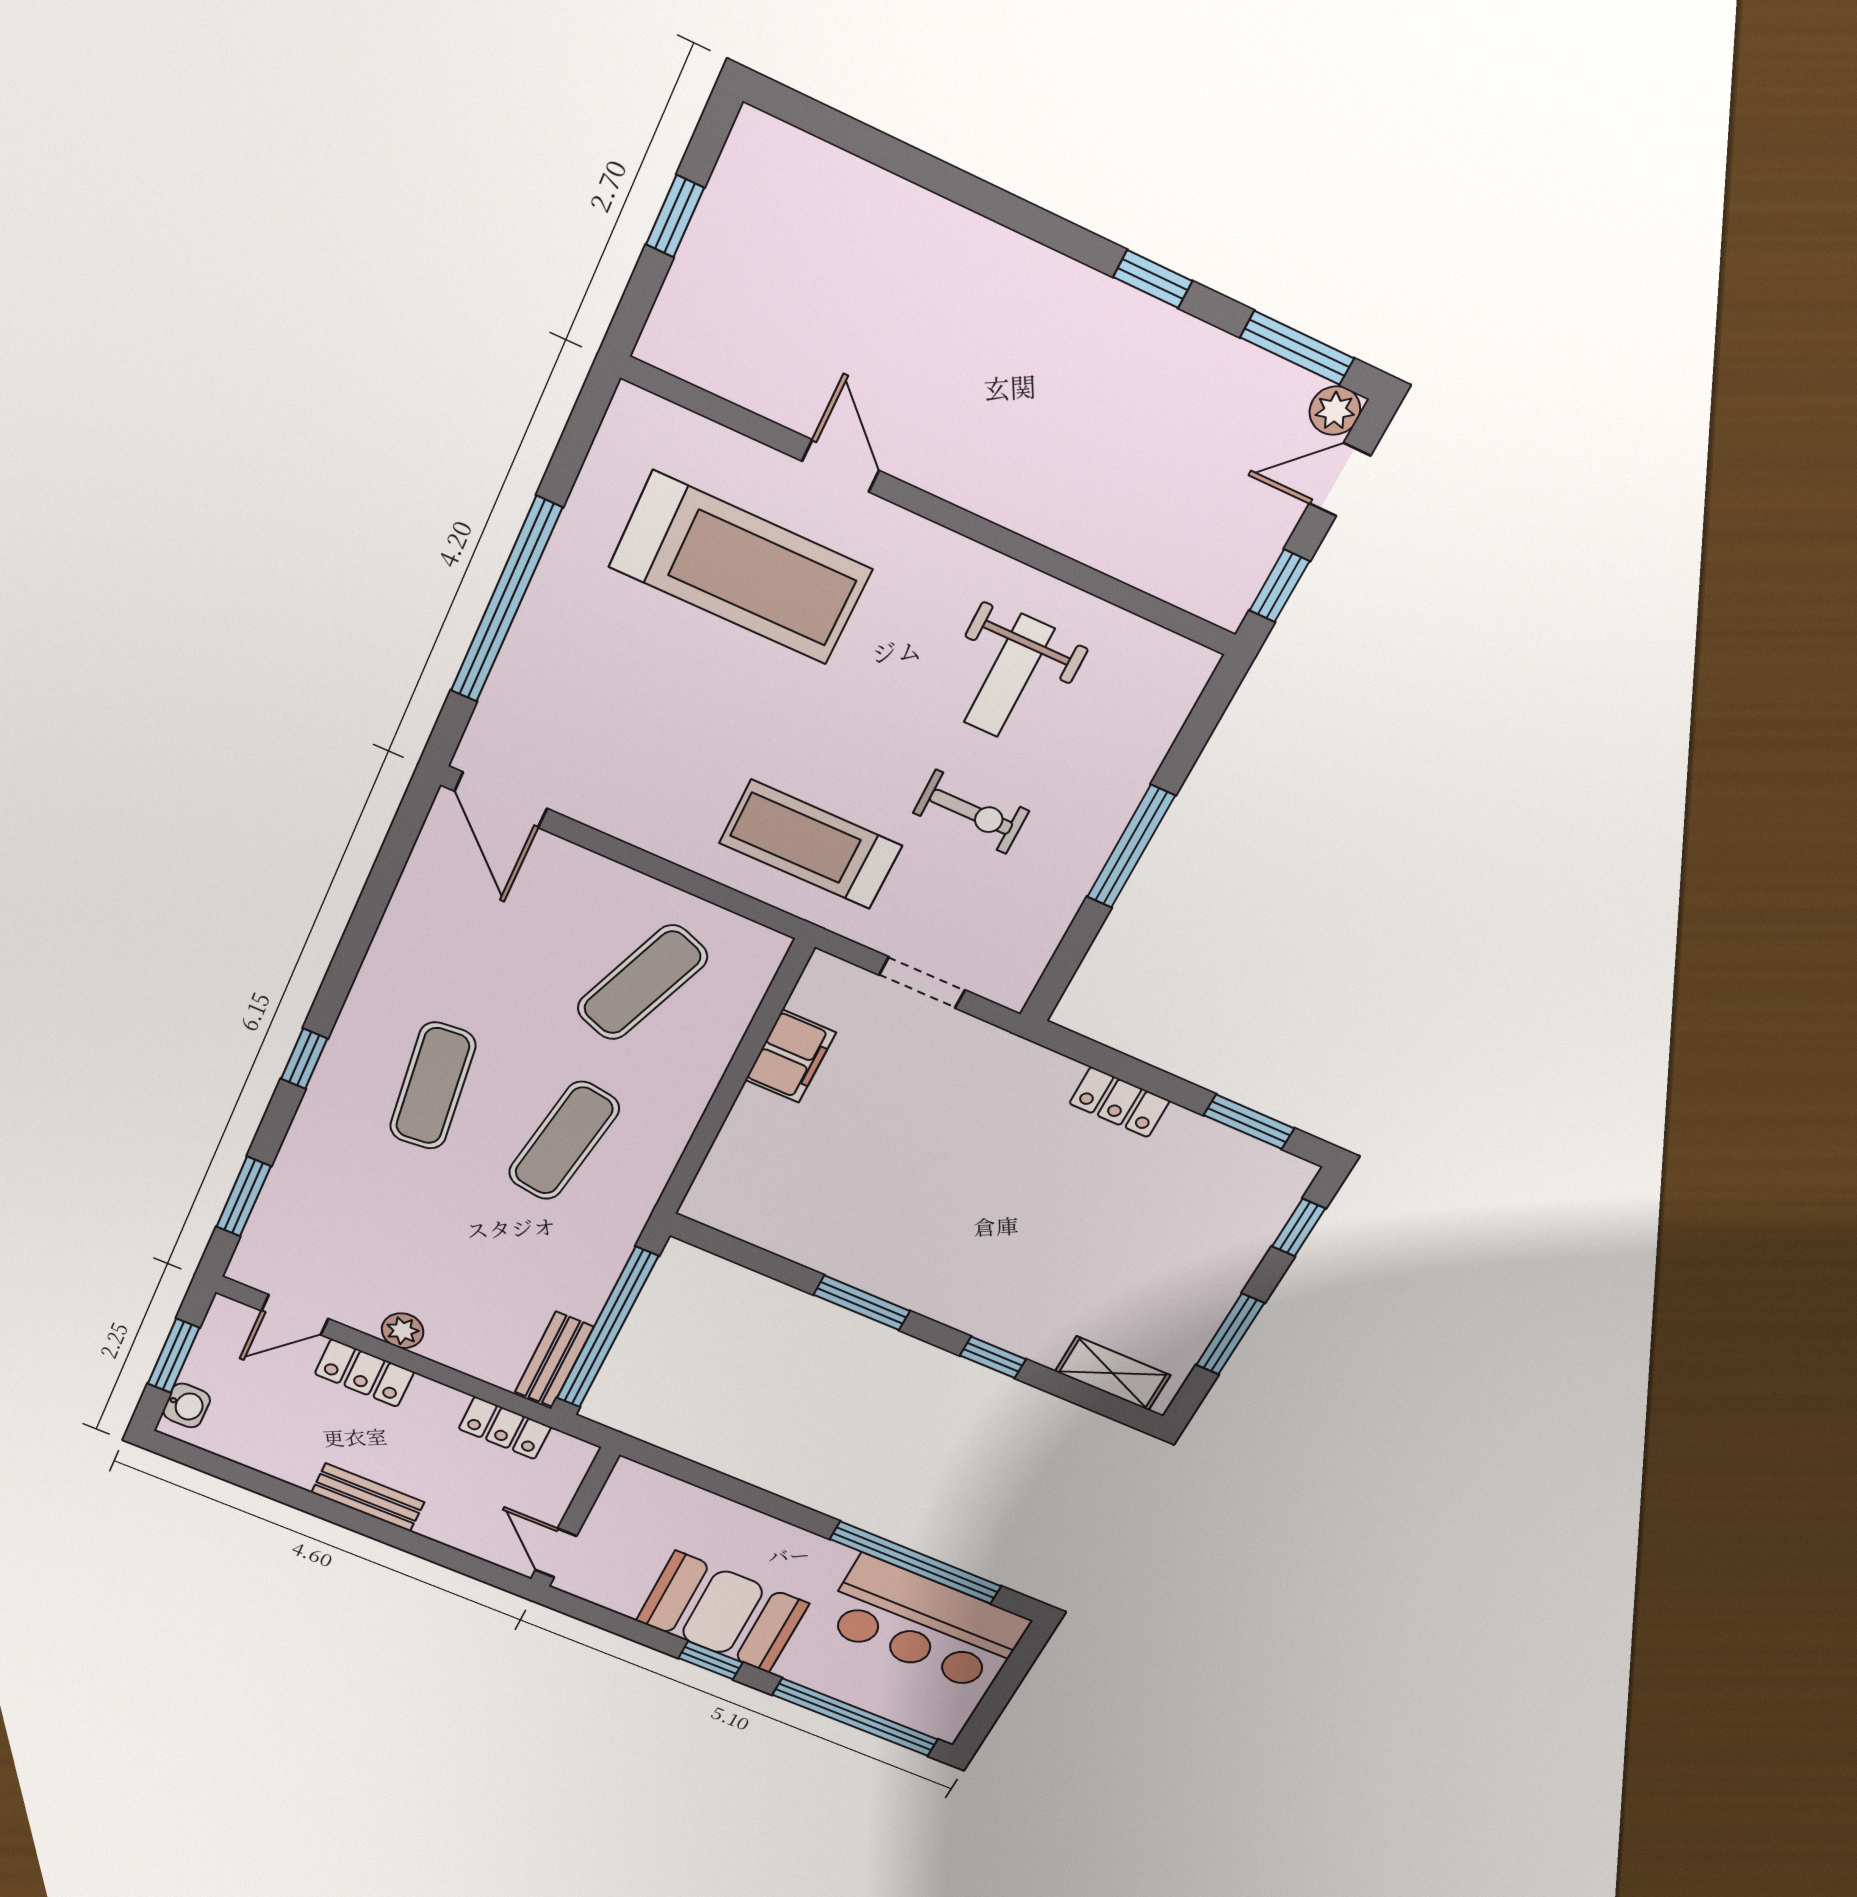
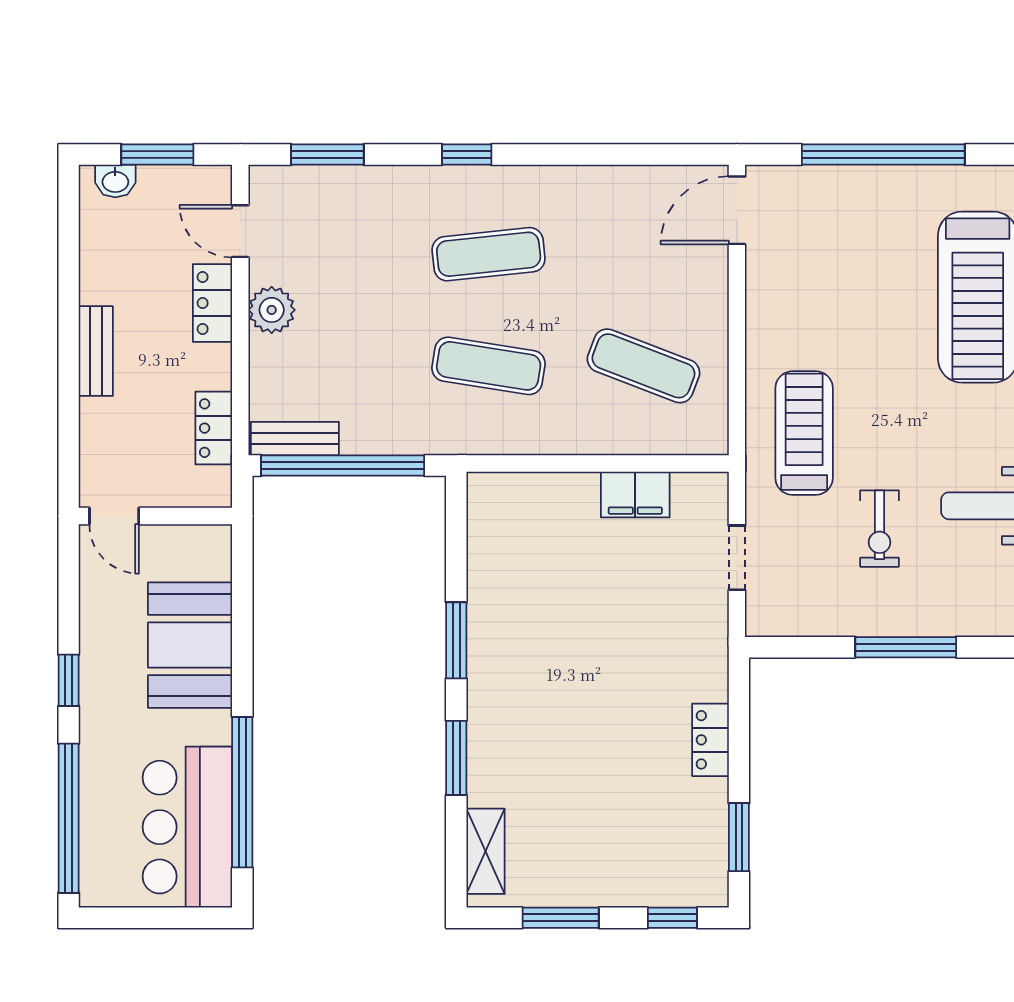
plant: (403, 1331) -> (272, 310), width x1.38, depth x1.38
window: (993, 1357) -> (456, 758), width x1.50
door: (556, 1553) -> (114, 516), swing flipped
booth: (722, 1612) -> (190, 645), moved

